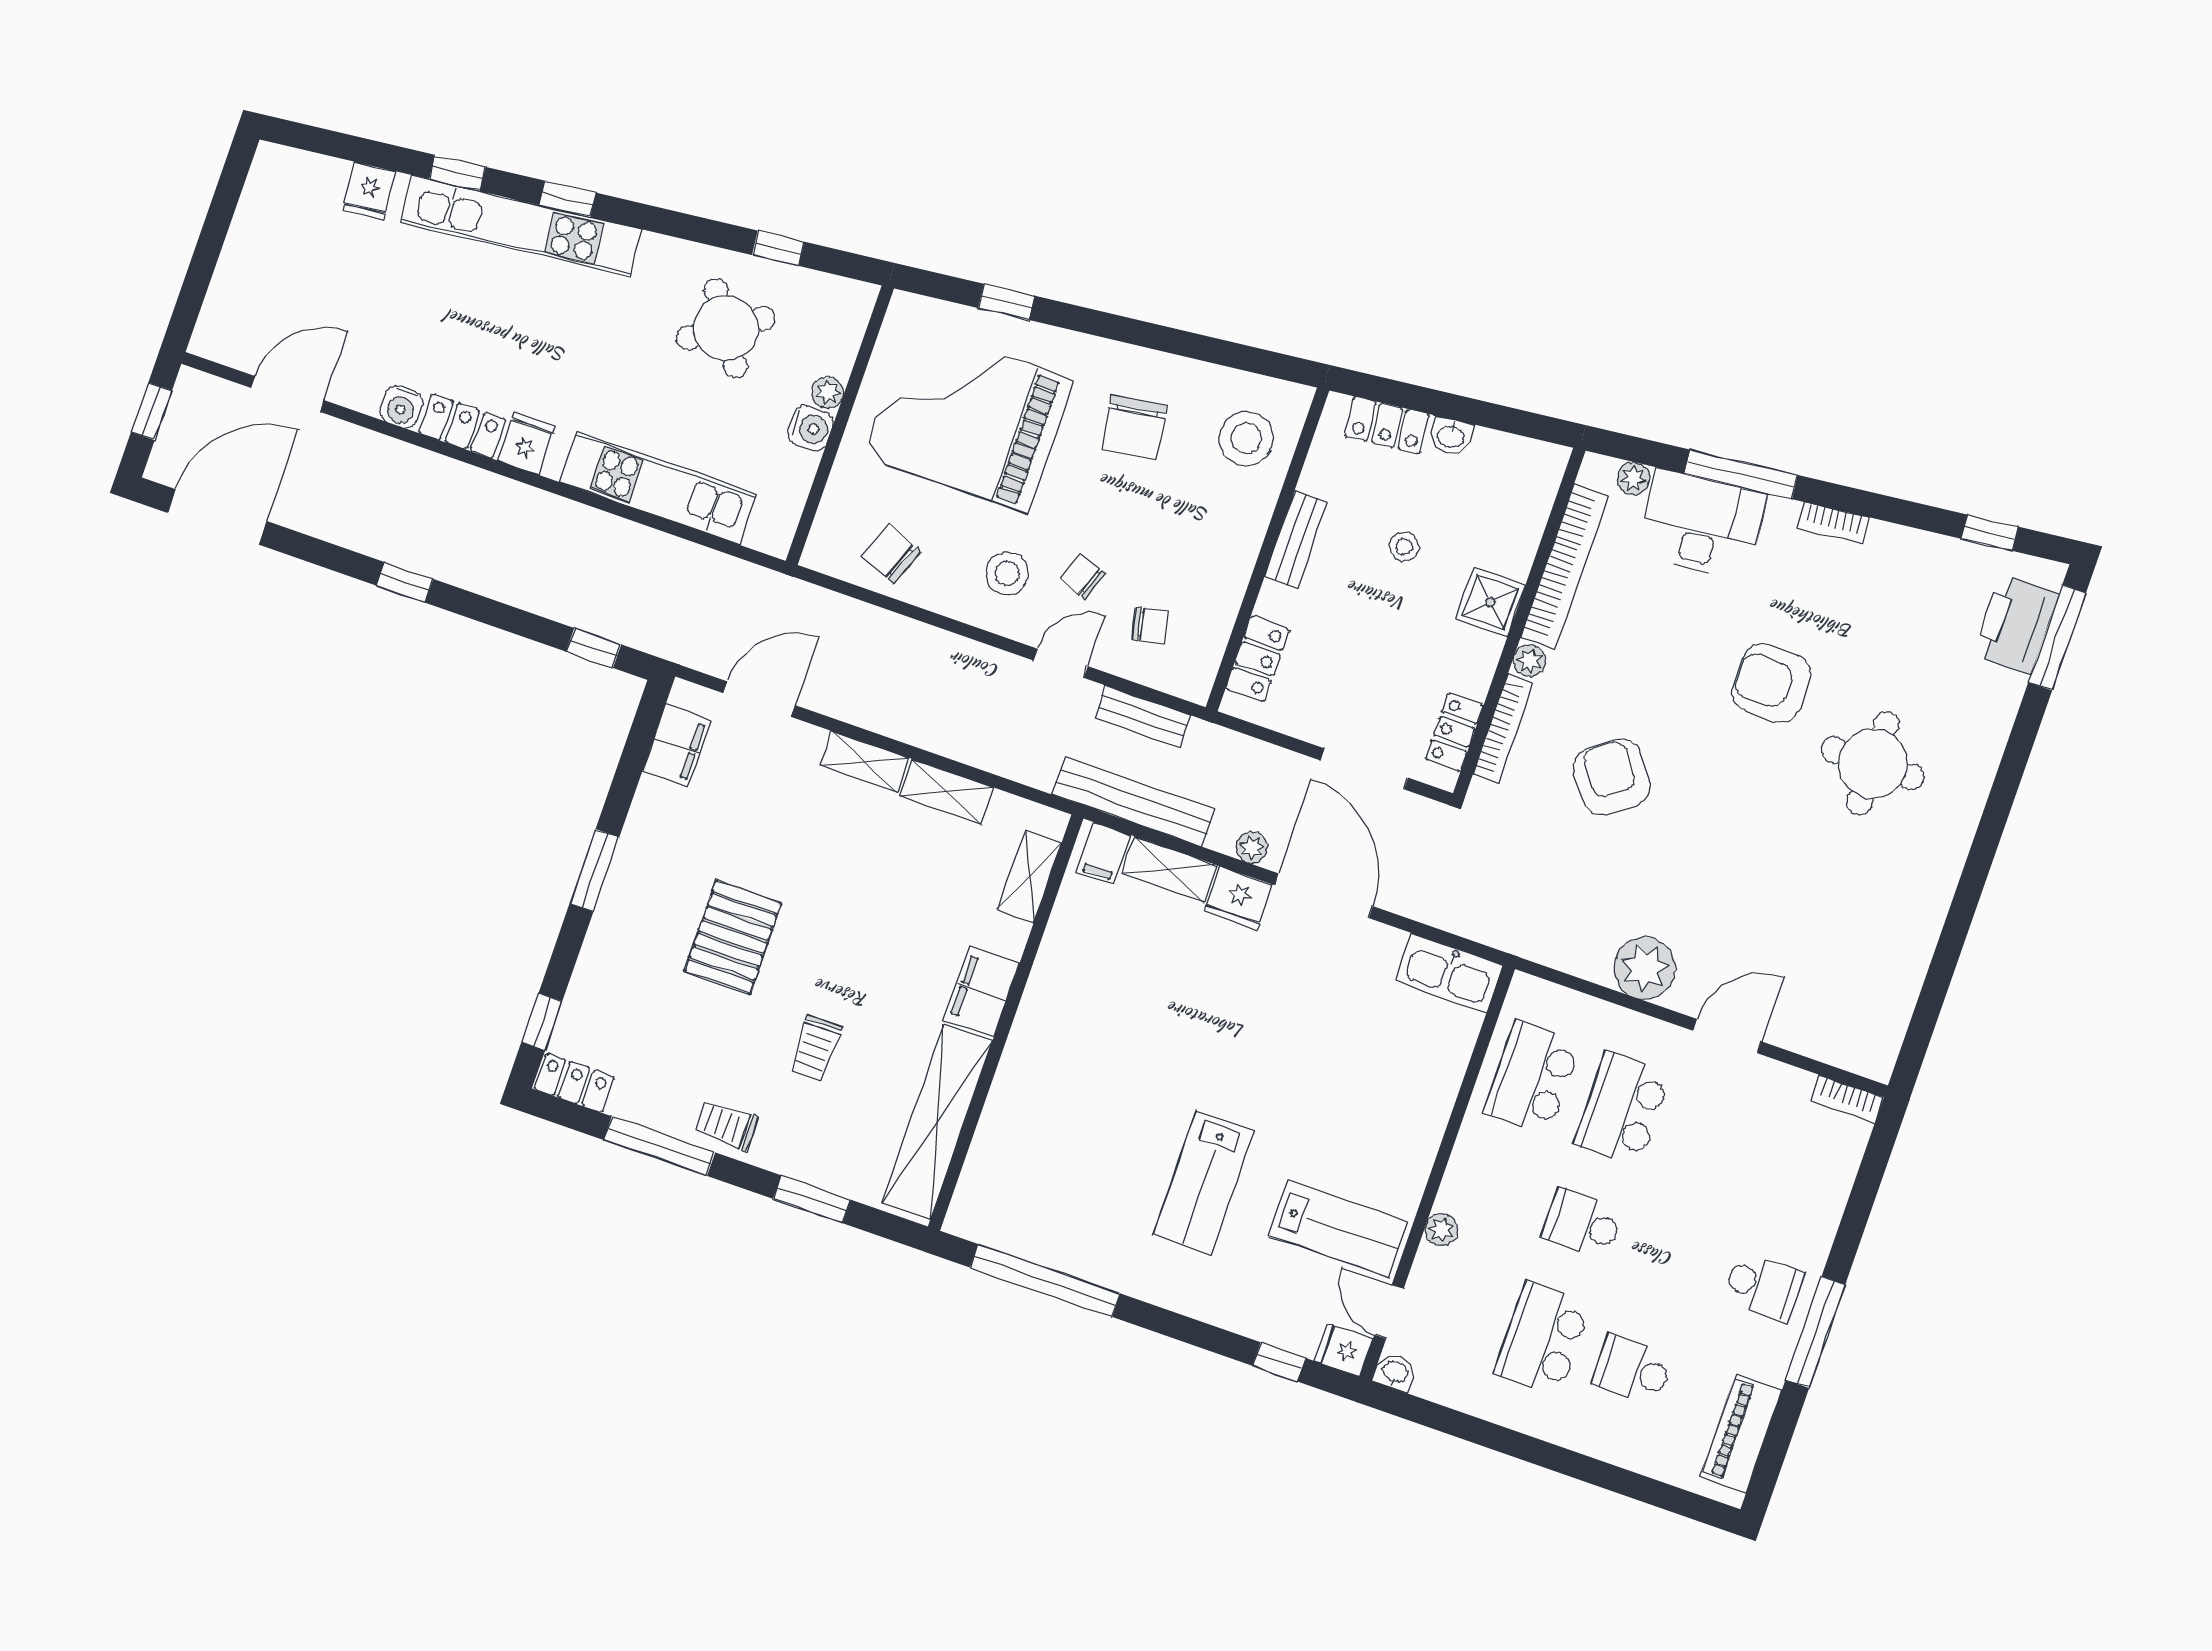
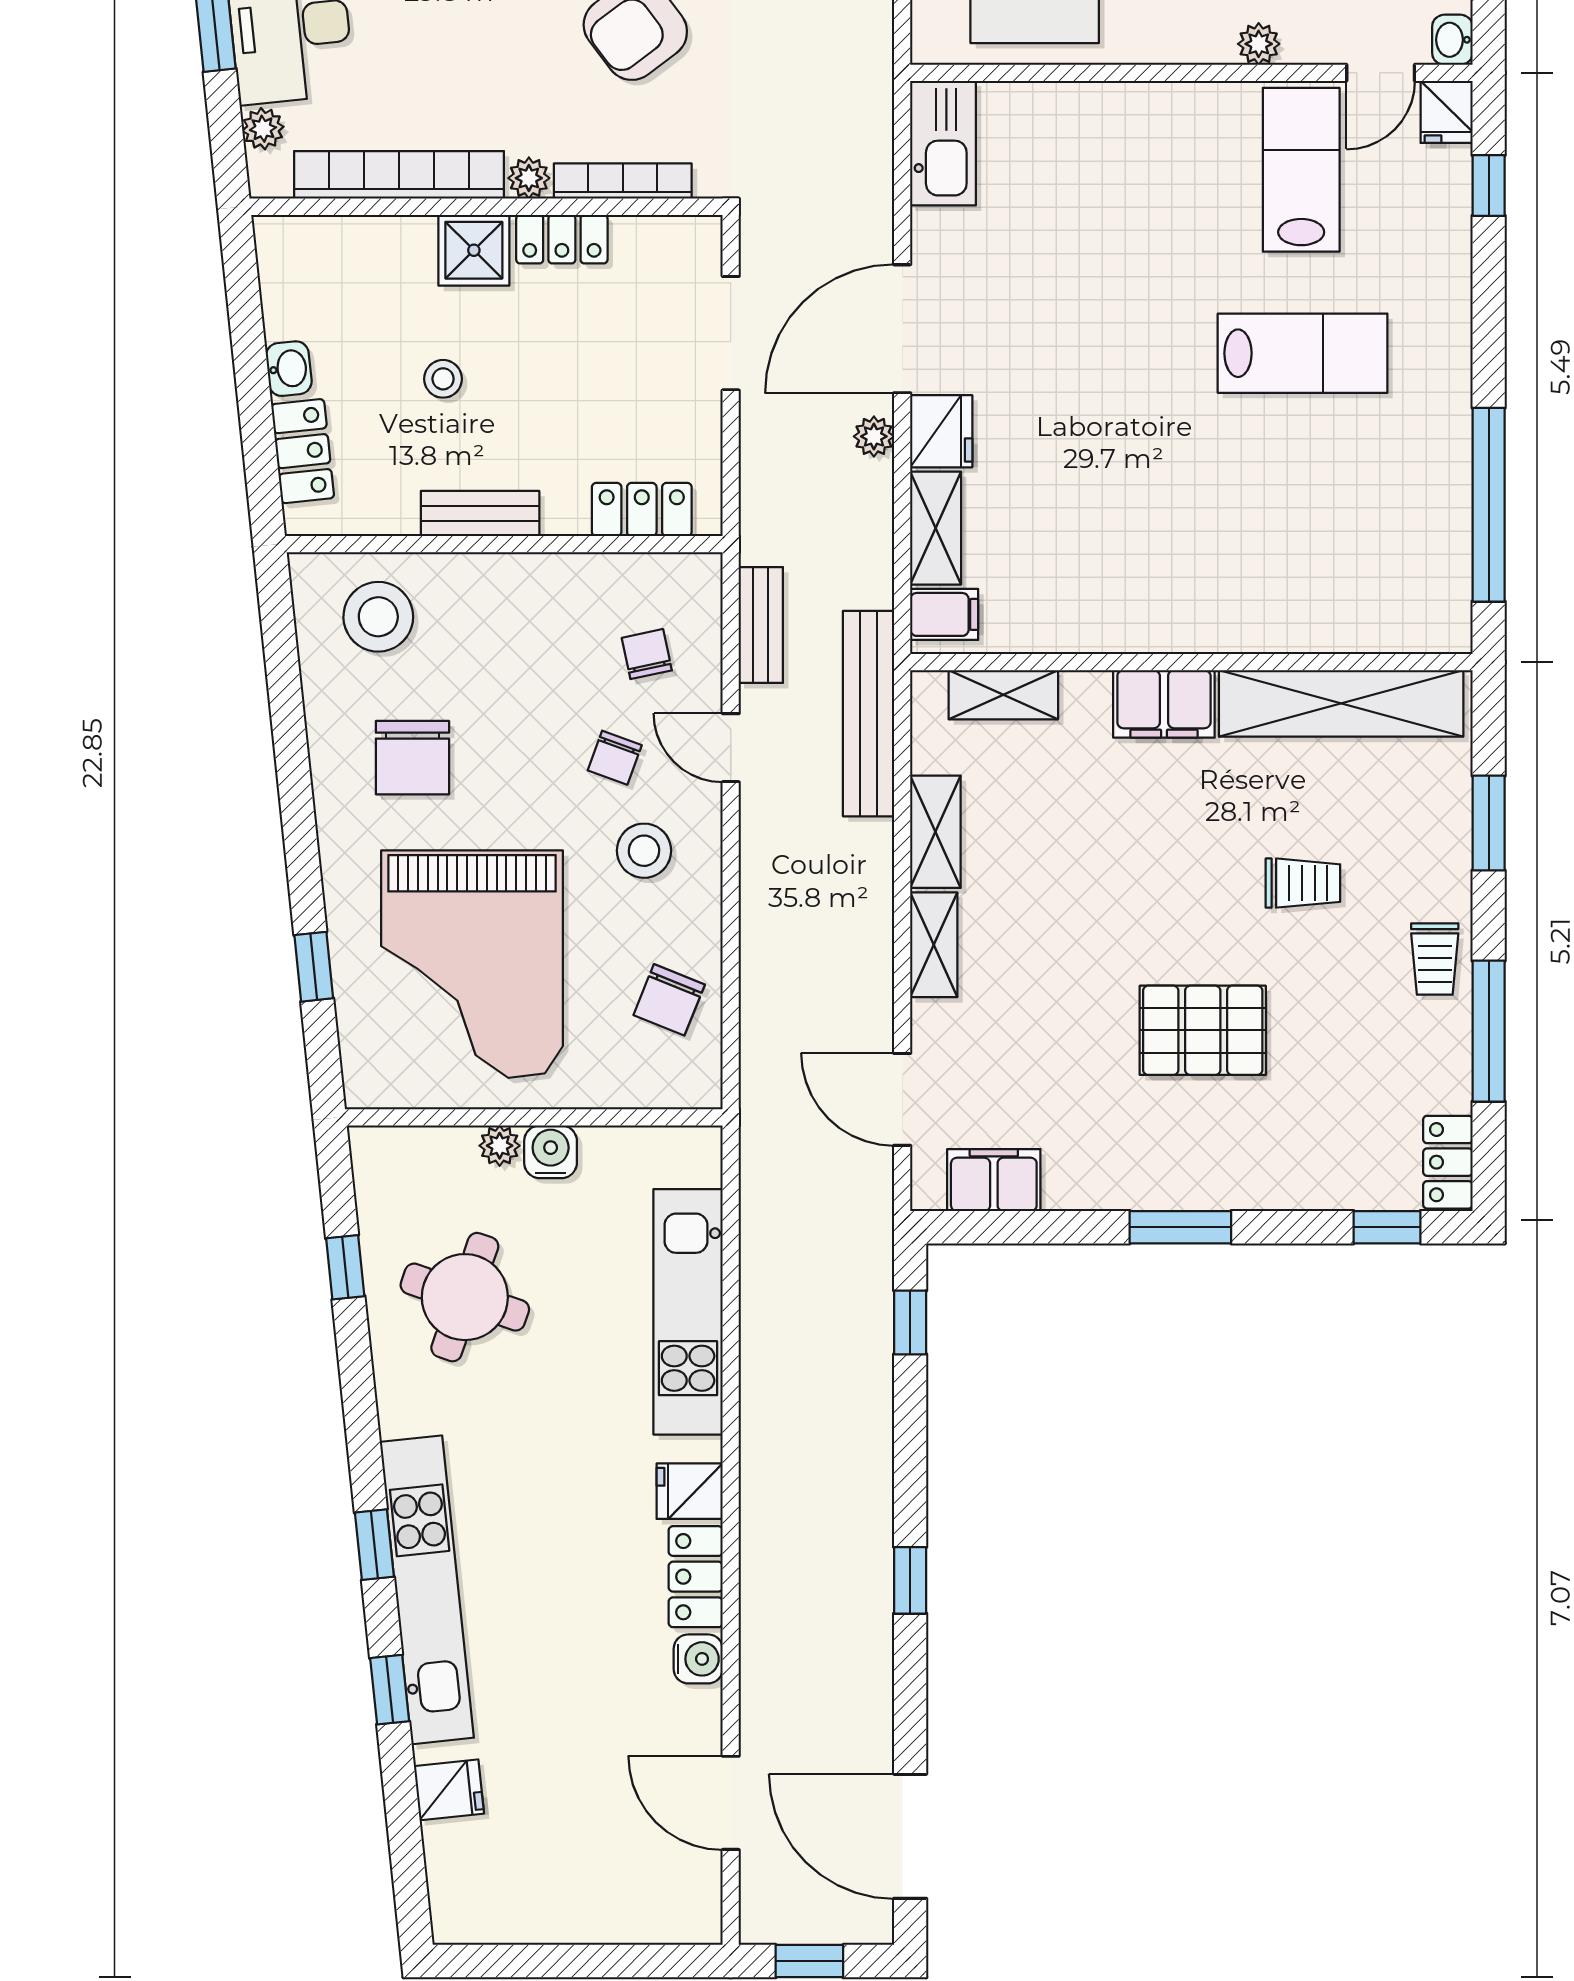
round table: (726, 328) -> (465, 1297), turned -37
chair: (1134, 428) -> (412, 758), turned 99
locker: (1454, 732) -> (562, 239), moved
bench: (1133, 802) -> (869, 714), moved

